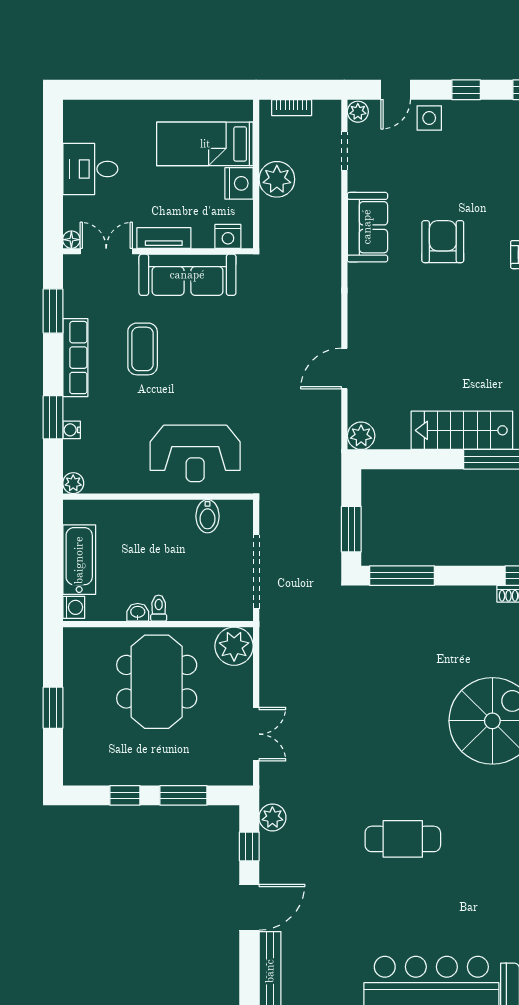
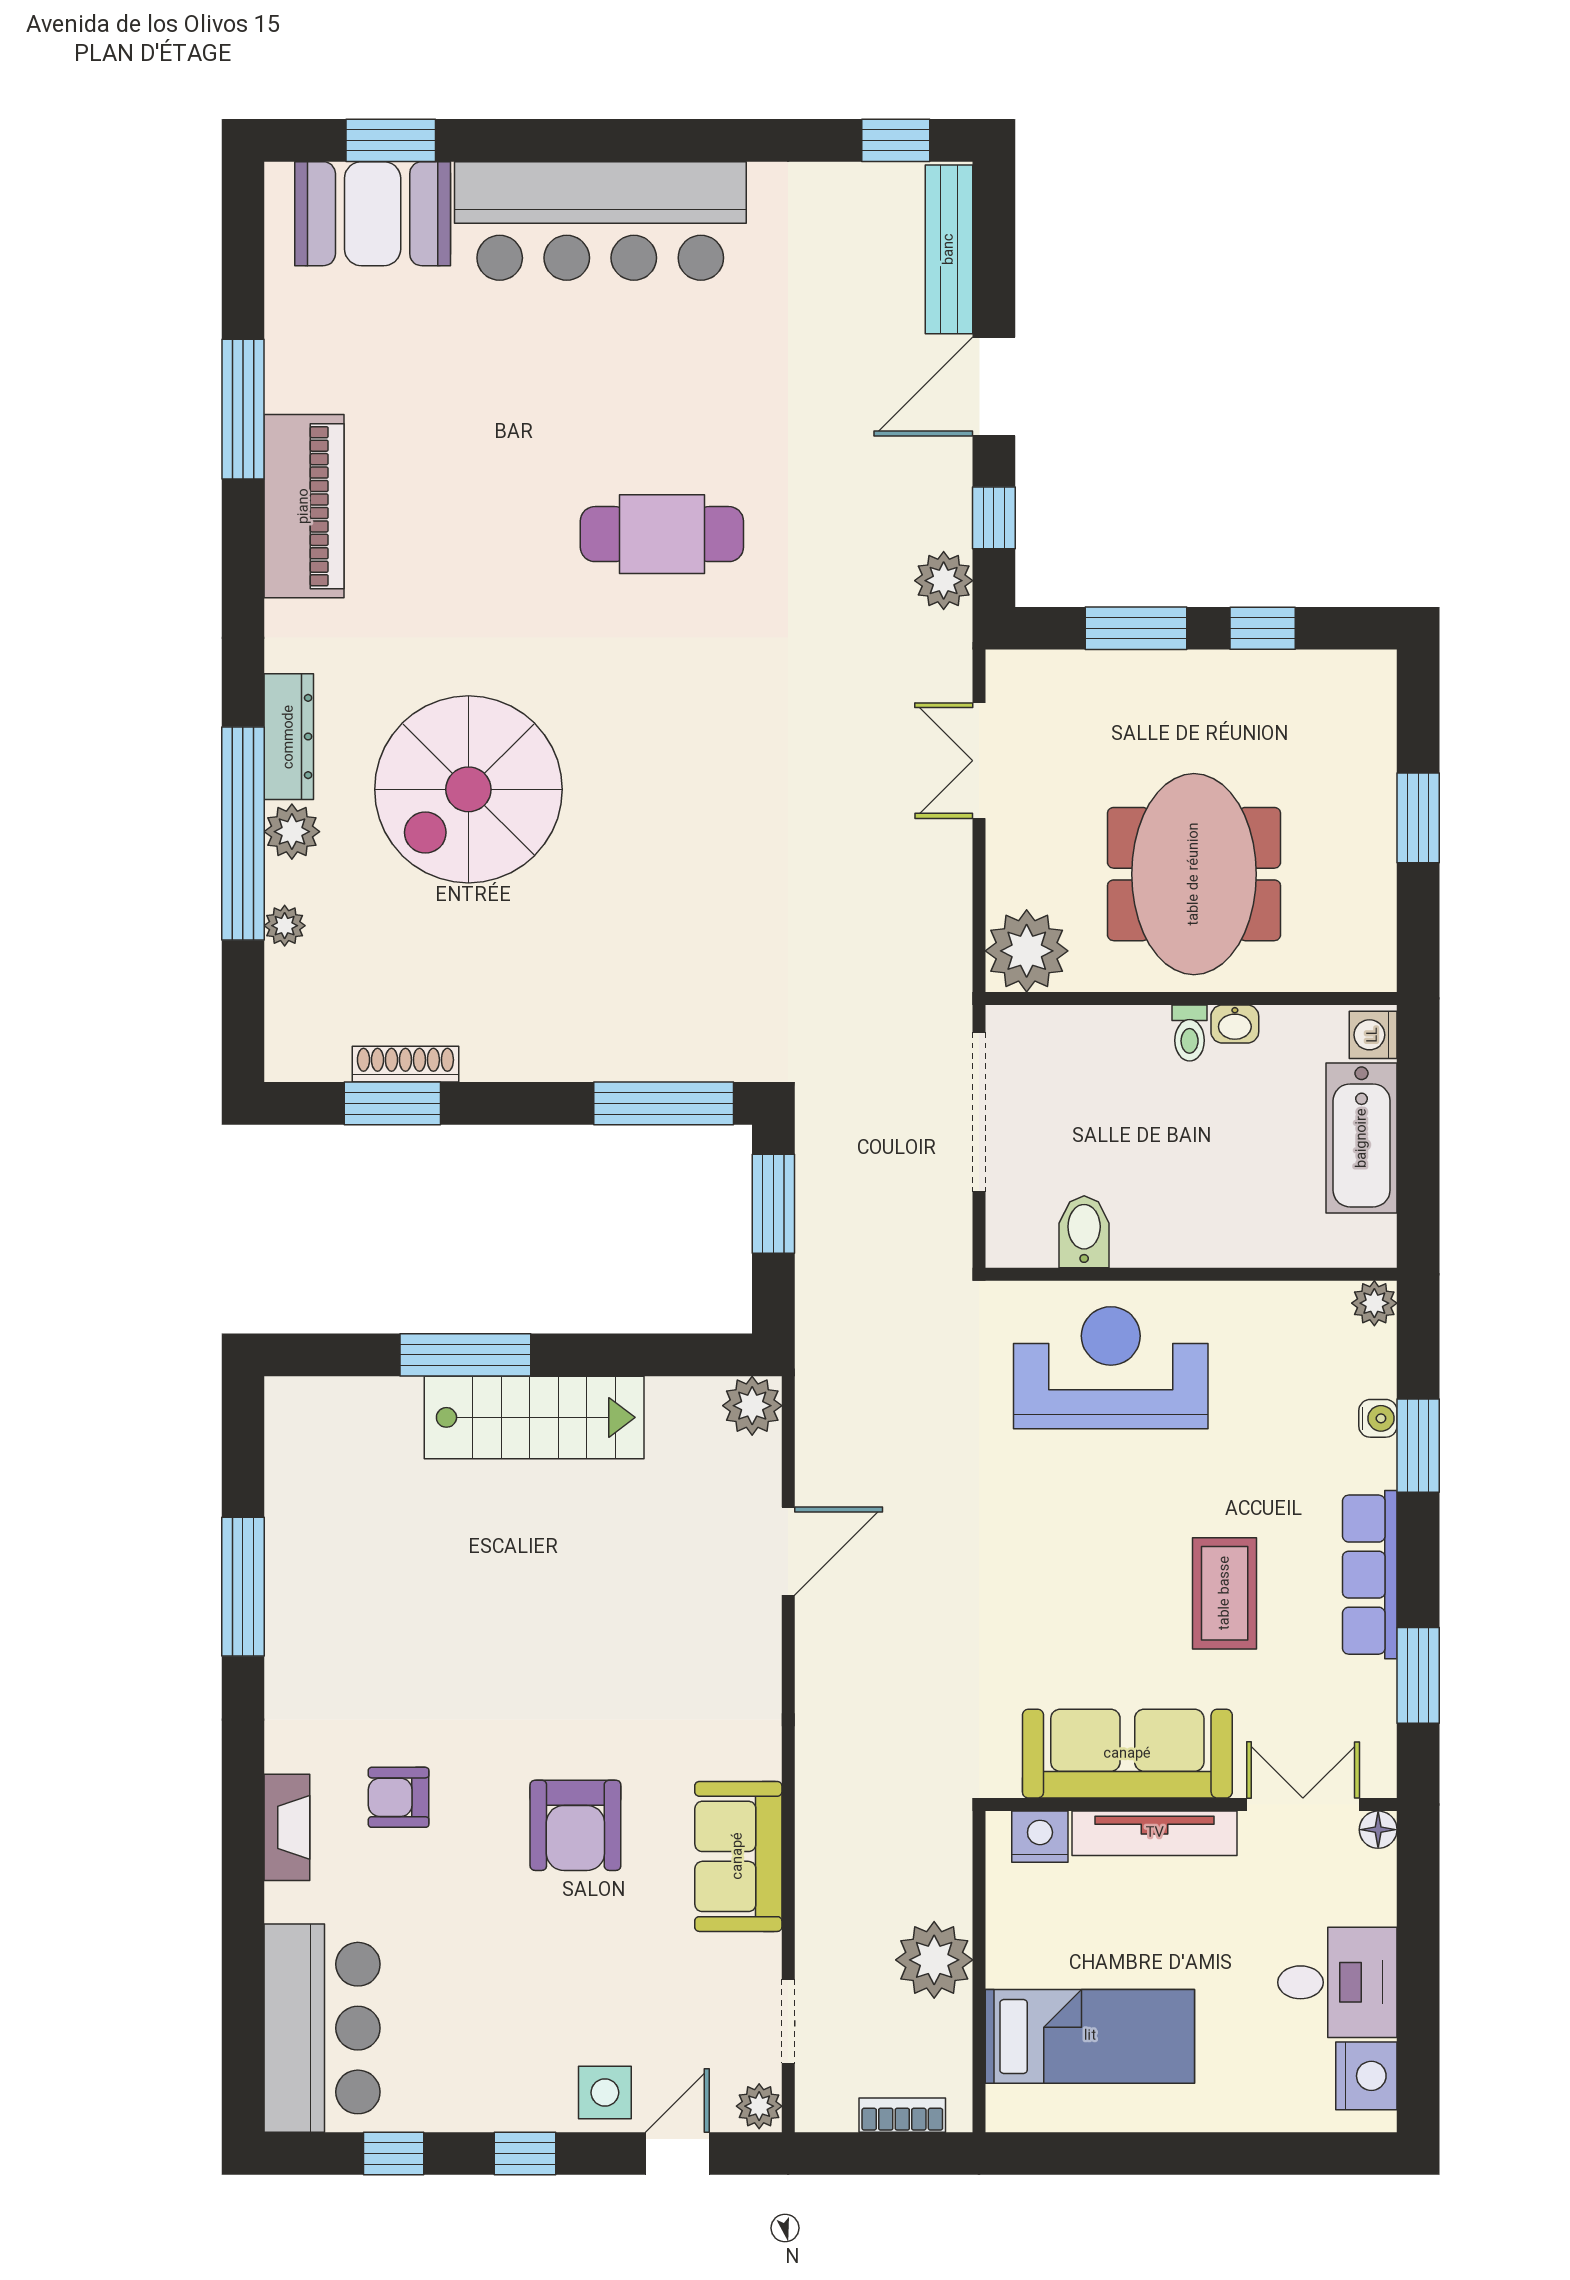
nightstand: (239, 183) -> (1366, 2076), moved, turned 180
tv unit: (164, 238) -> (1155, 1833), width x1.41
double door: (106, 251) -> (1303, 1805), swing flipped

